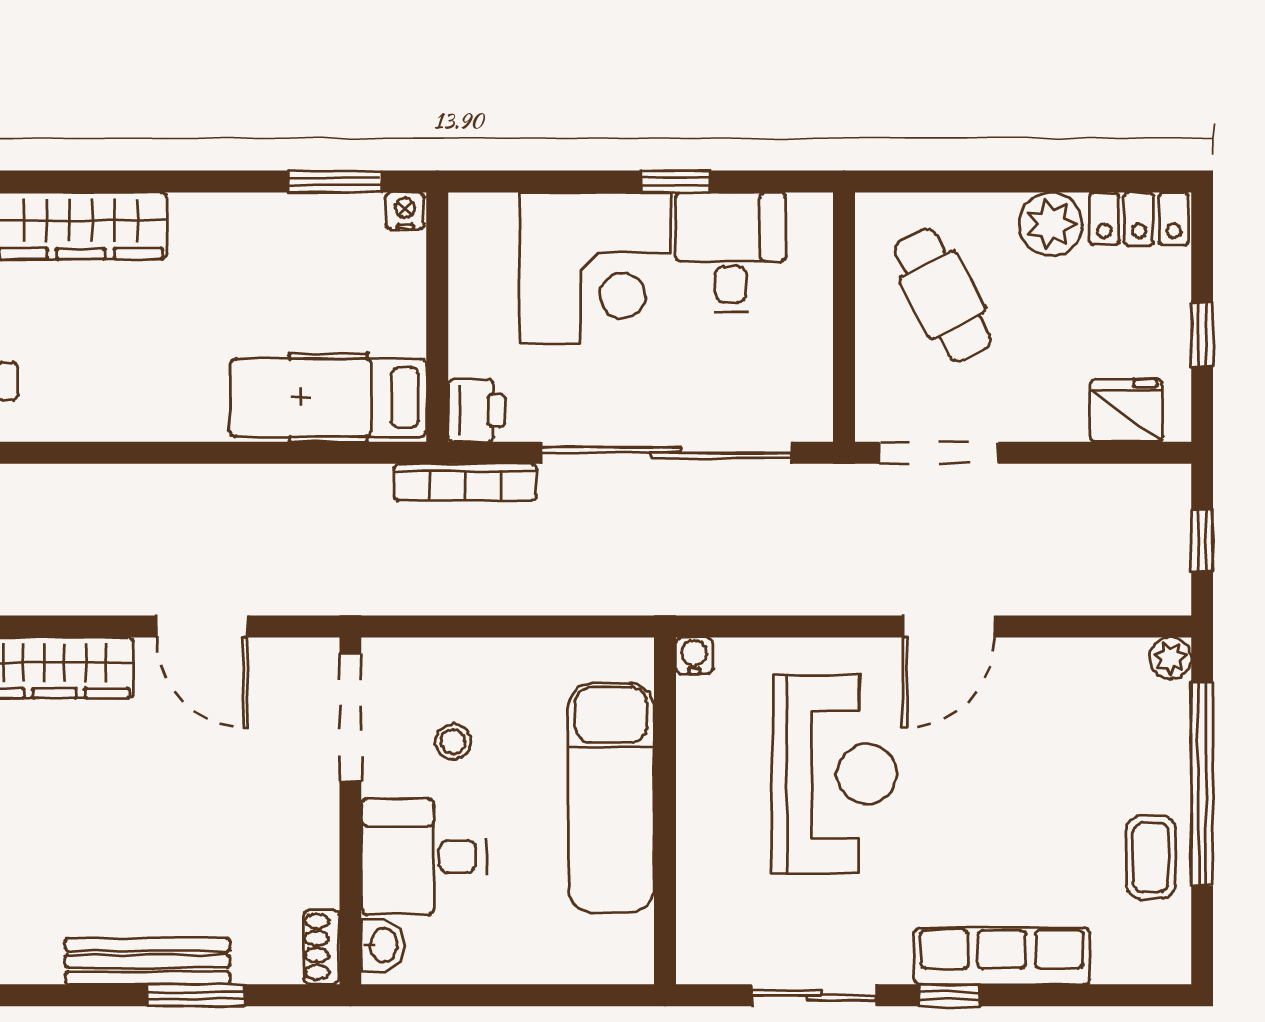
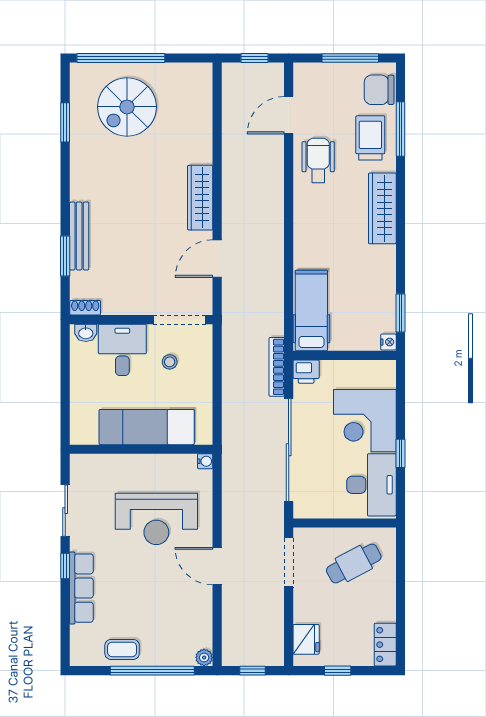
plant: (1051, 224) -> (383, 608), removed
desk: (731, 252) -> (371, 485), width x1.37

